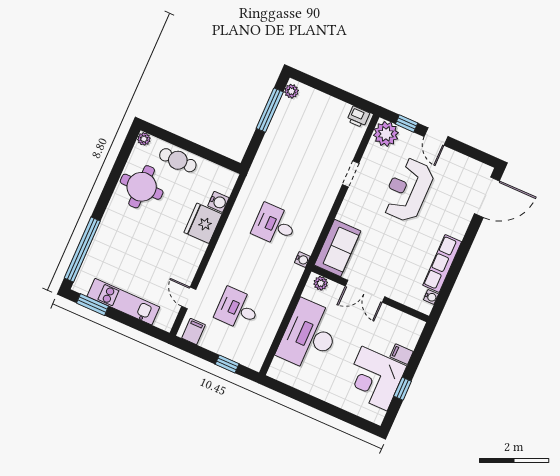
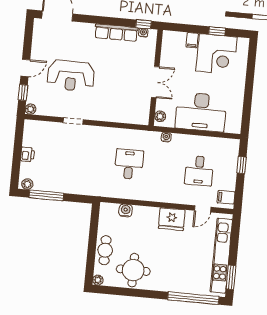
printer: (358, 117) -> (27, 154), moved
plant: (386, 134) -> (31, 109), width x0.53, depth x0.53
fridge: (203, 223) -> (172, 219), moved
desk: (274, 225) -> (129, 164), turned 180
sofa: (338, 248) -> (130, 113), removed
water cooler: (302, 259) -> (166, 137), moved
window: (441, 301) -> (143, 24), added
kitchen unit: (123, 302) -> (221, 256), width x1.36

